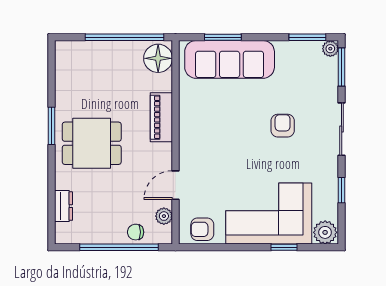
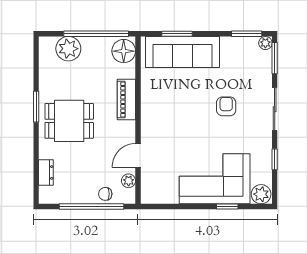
plant: (91, 55) -> (68, 49), added
armchair: (202, 229) -> (160, 192), removed

